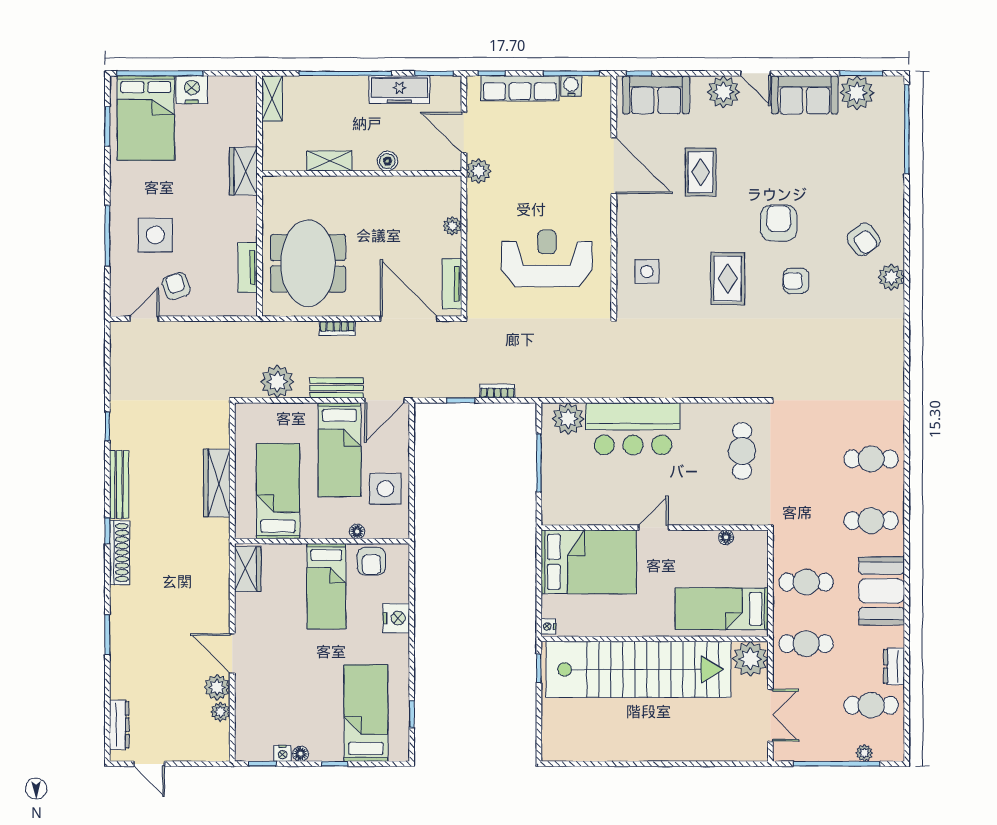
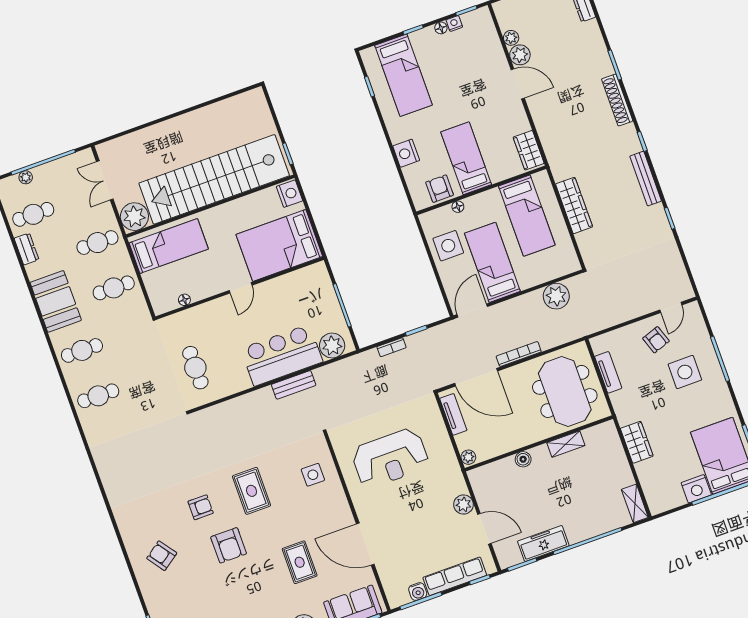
shelving: (329, 161) -> (566, 444), moved
boiler: (387, 161) -> (523, 459), moved
wall: (362, 173) -> (539, 443), moved
plant: (891, 277) -> (131, 535), removed
bookcase: (337, 328) -> (519, 354), width x1.56
bench: (336, 388) -> (294, 385), moved
shoe rack: (120, 553) -> (617, 100), moved
nightstand: (548, 627) -> (289, 194), width x1.89, depth x1.79

